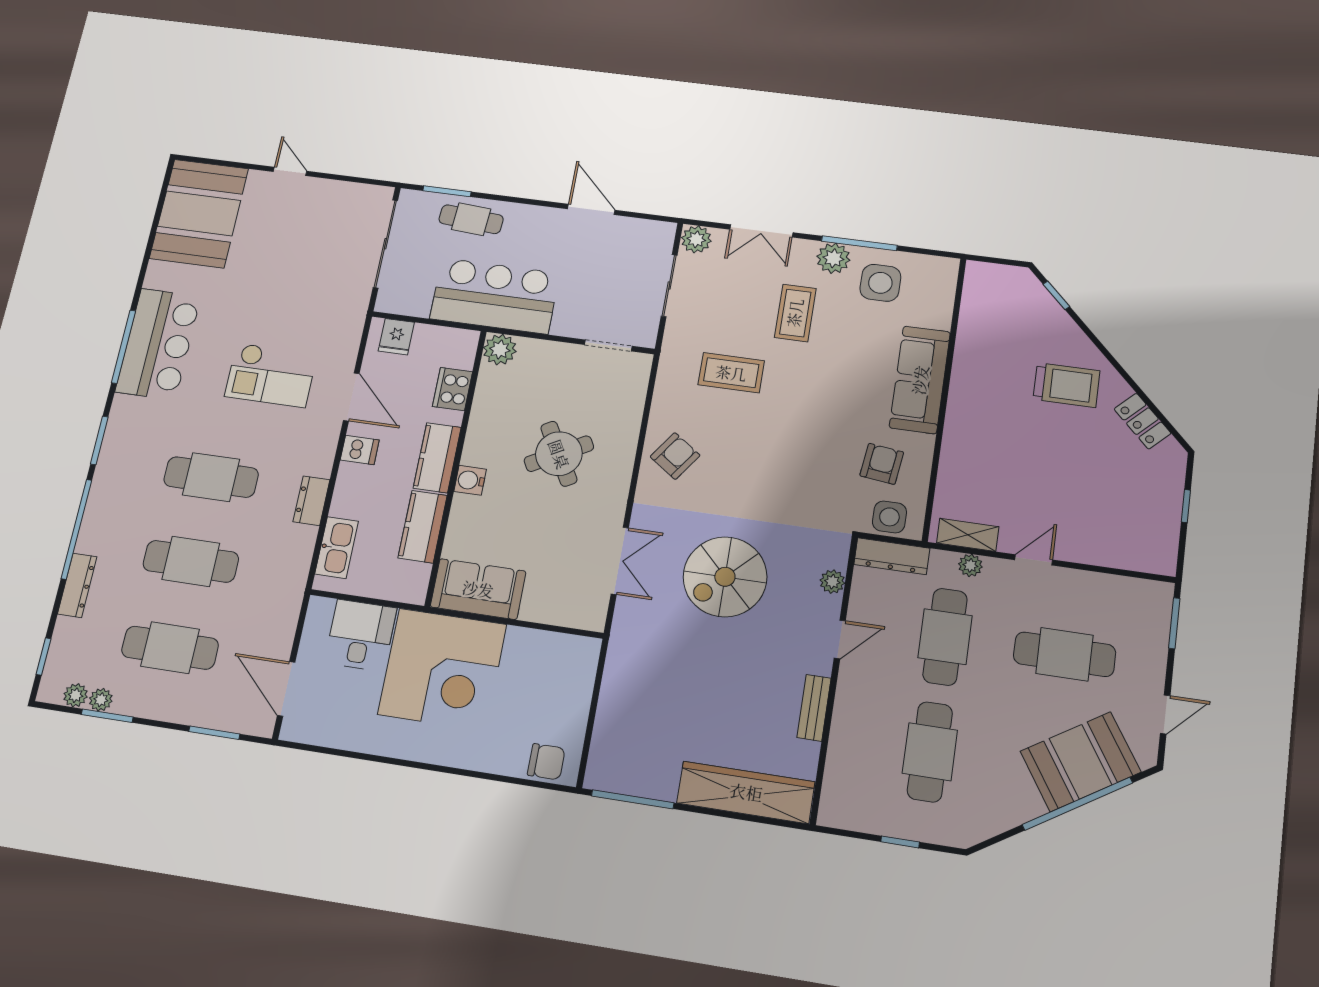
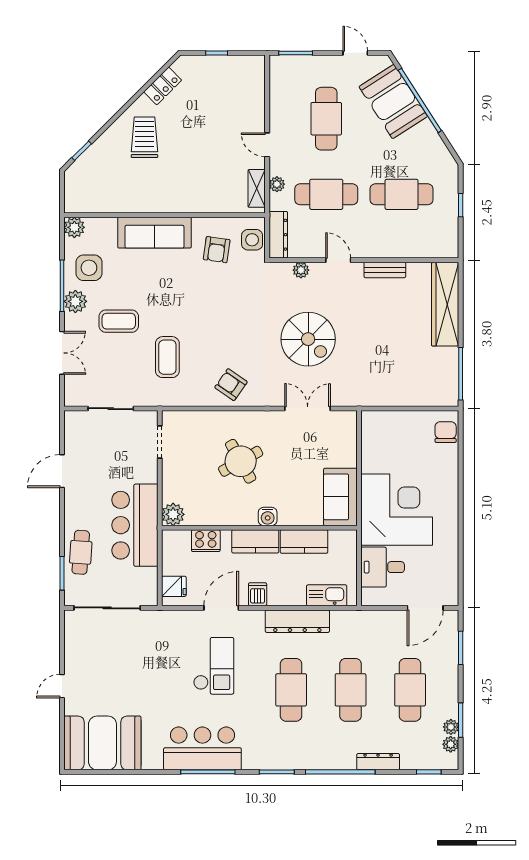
plant: (696, 239) -> (74, 227), moved
armchair: (882, 464) -> (217, 250), turned -89
dresser: (311, 501) -> (297, 621), width x1.96, depth x1.24

